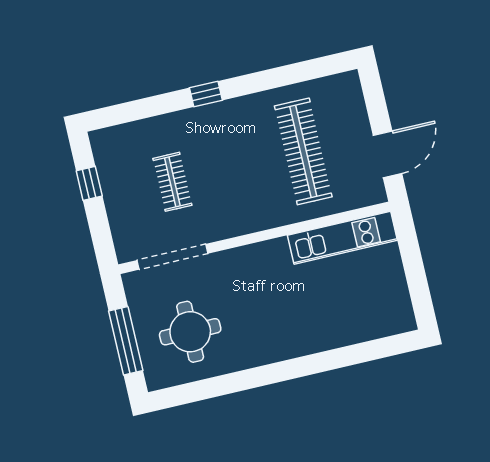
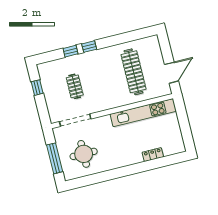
window: (164, 104) -> (70, 51), added
kitchen unit: (342, 238) -> (143, 113), width x1.36
locker: (343, 335) -> (153, 155), added

